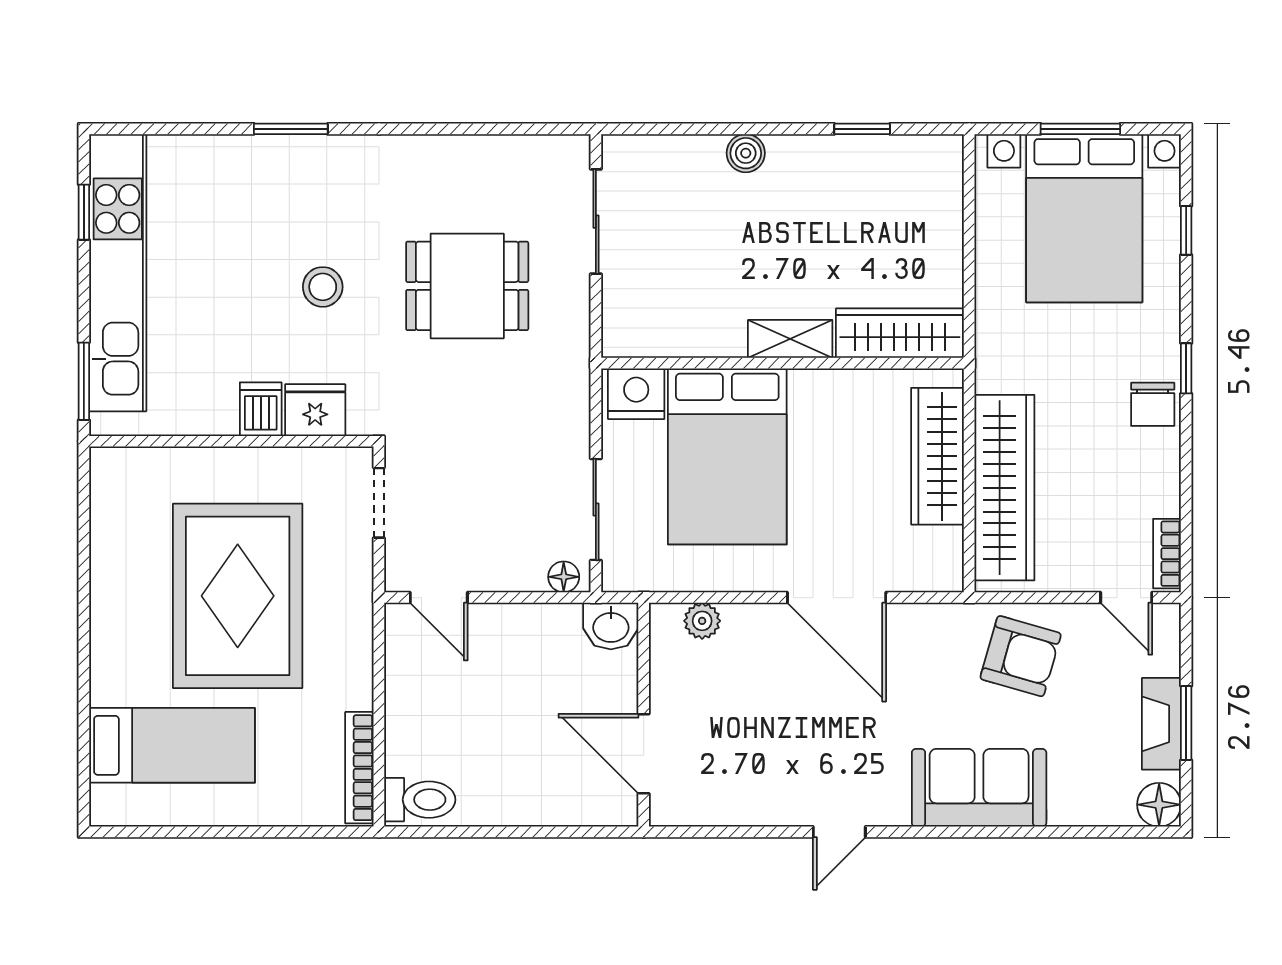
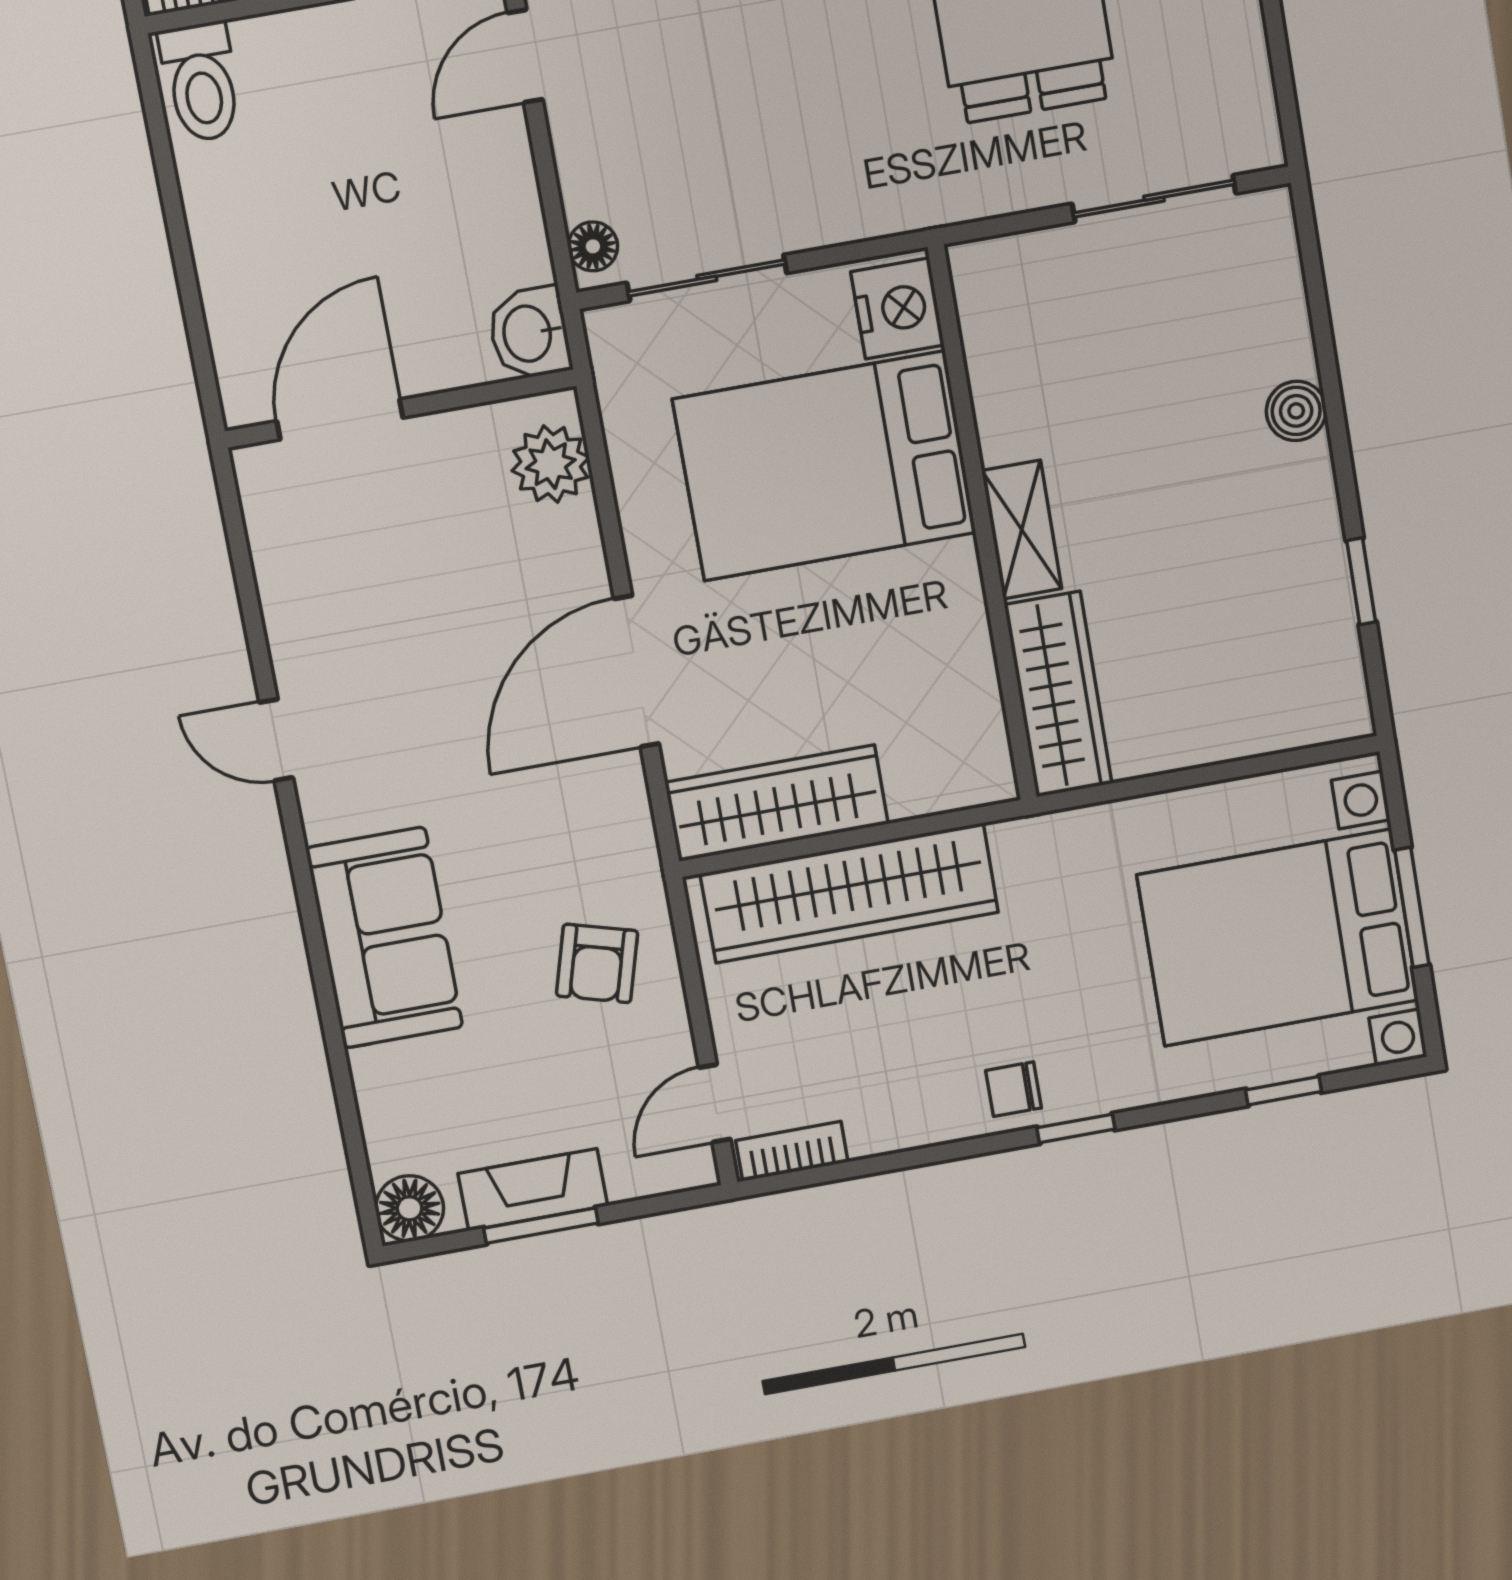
chair: (1153, 404) -> (1014, 1089), width x0.73, depth x0.73
wardrobe: (938, 456) -> (777, 803), moved
plant: (702, 621) -> (551, 464), width x1.38, depth x1.38
armchair: (1021, 656) -> (597, 963), width x0.72, depth x0.72

